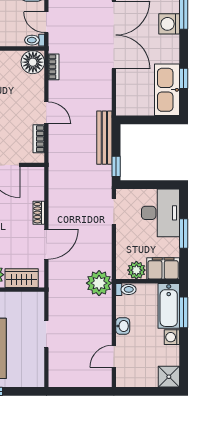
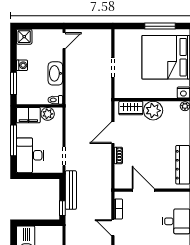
bench: (104, 138) -> (71, 190), moved
window: (116, 166) -> (62, 208), moved
window: (184, 233) -> (14, 140), width x1.44
plant: (99, 283) -> (75, 104), removed
bathtub: (169, 306) -> (24, 88), removed
washbasin: (123, 326) -> (55, 73), width x1.91, depth x1.45
door: (114, 356) -> (64, 41), moved

